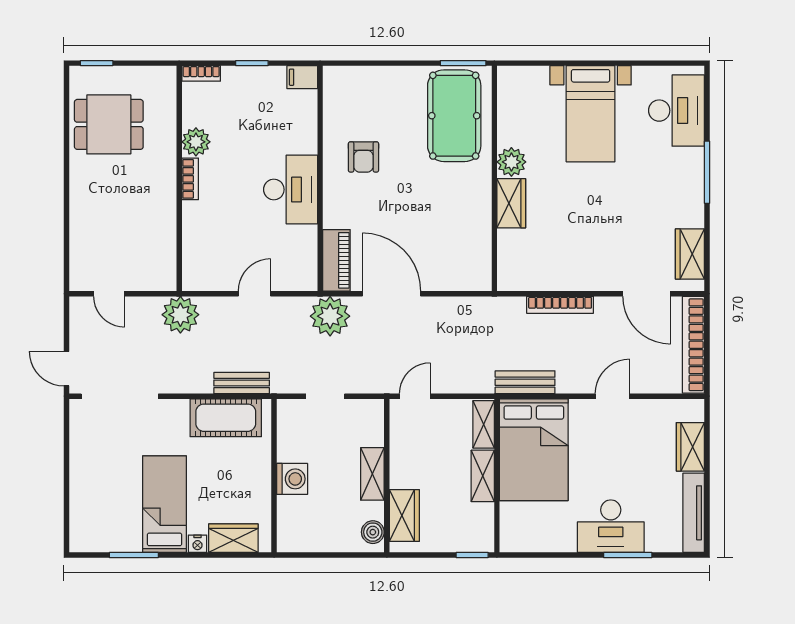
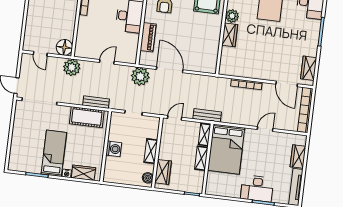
piano: (336, 260) -> (148, 37), moved
floor lamp: (159, 274) -> (64, 47), added
bench: (525, 382) -> (207, 115), moved

